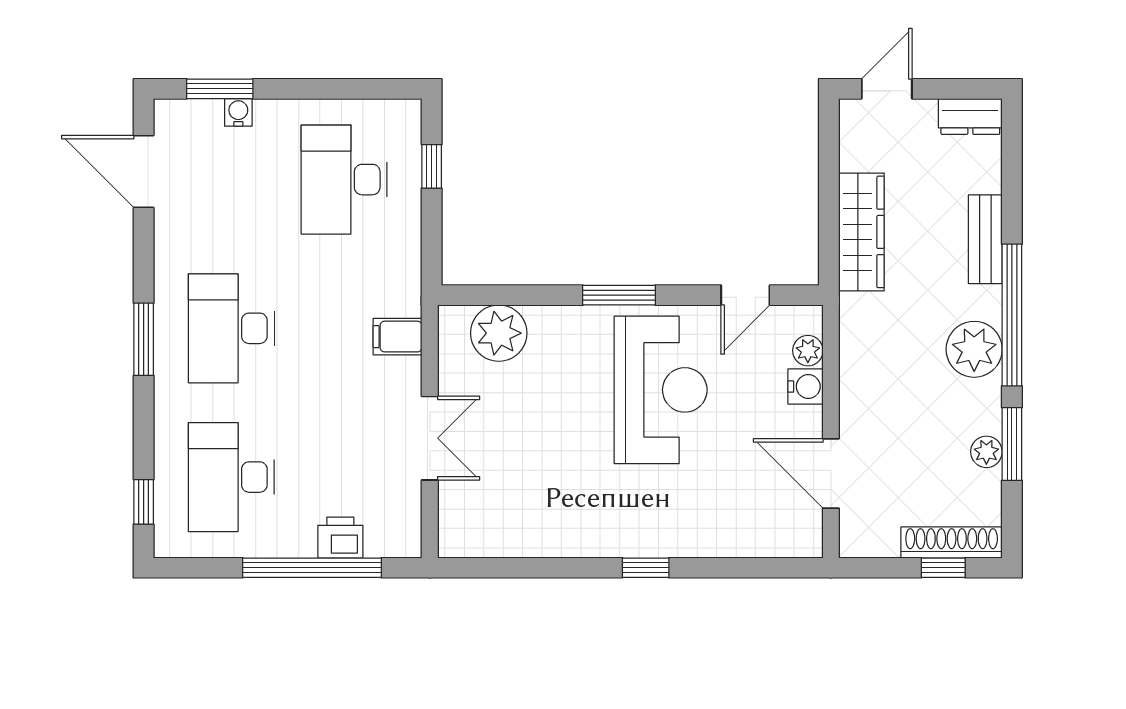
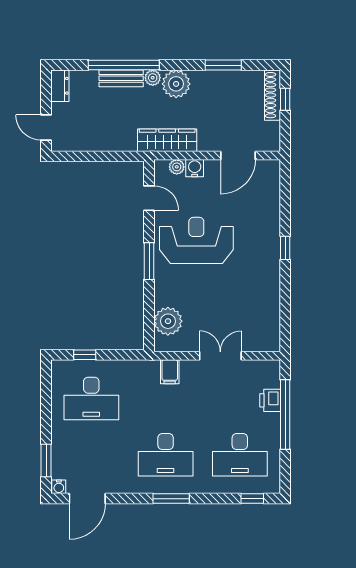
water cooler: (238, 112) -> (59, 487), moved, turned -90
wardrobe: (861, 232) -> (167, 140), moved
window: (1012, 315) -> (124, 65), moved
plant: (986, 452) -> (153, 78), moved

